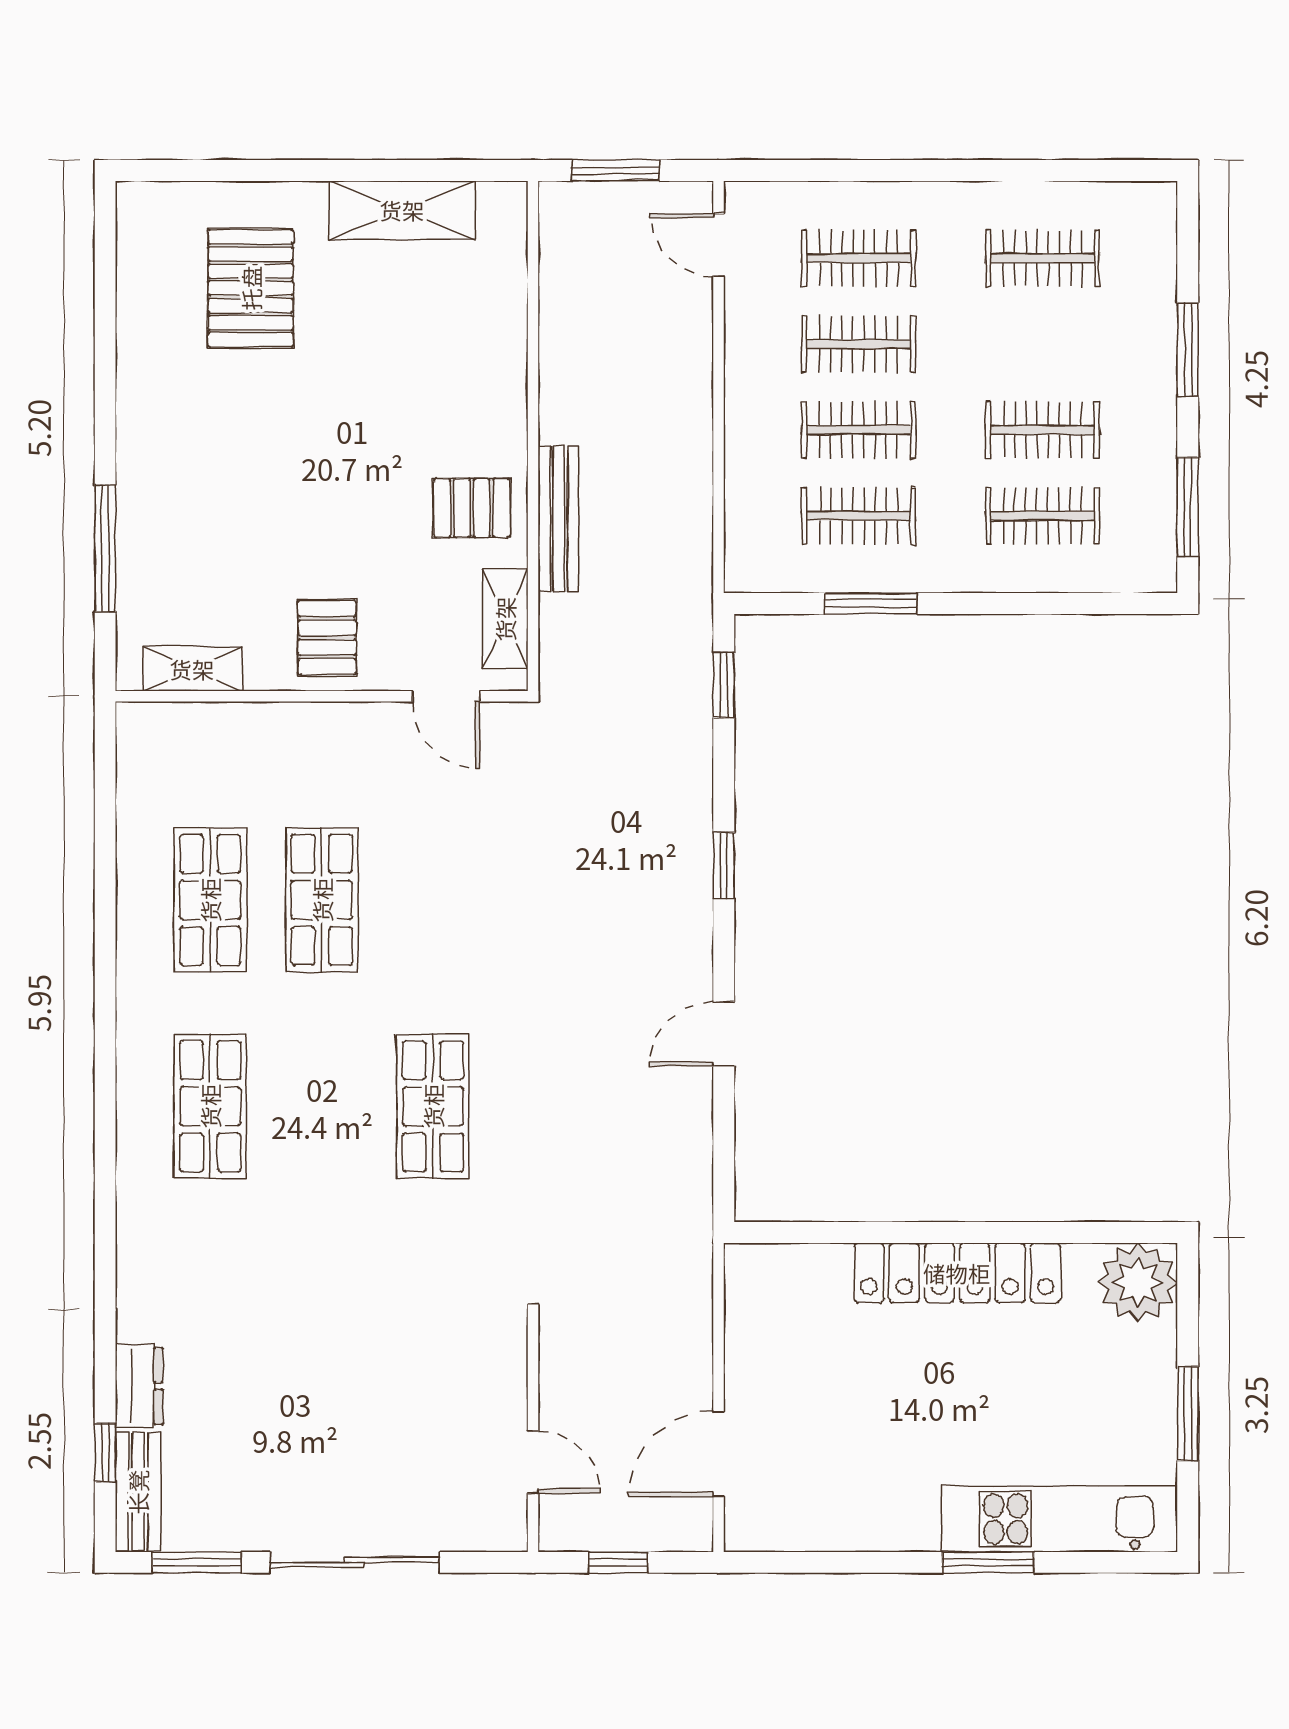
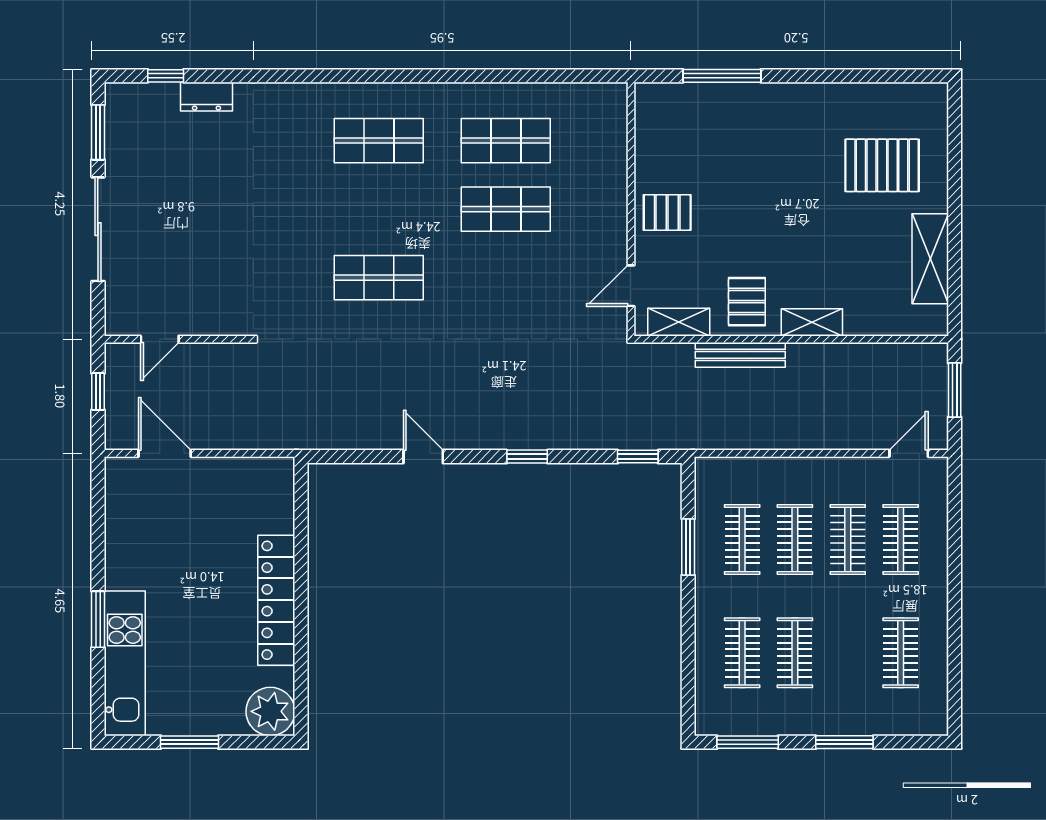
shelving: (192, 669) -> (812, 322), moved, turned 90
bench: (138, 1492) -> (142, 96), removed

